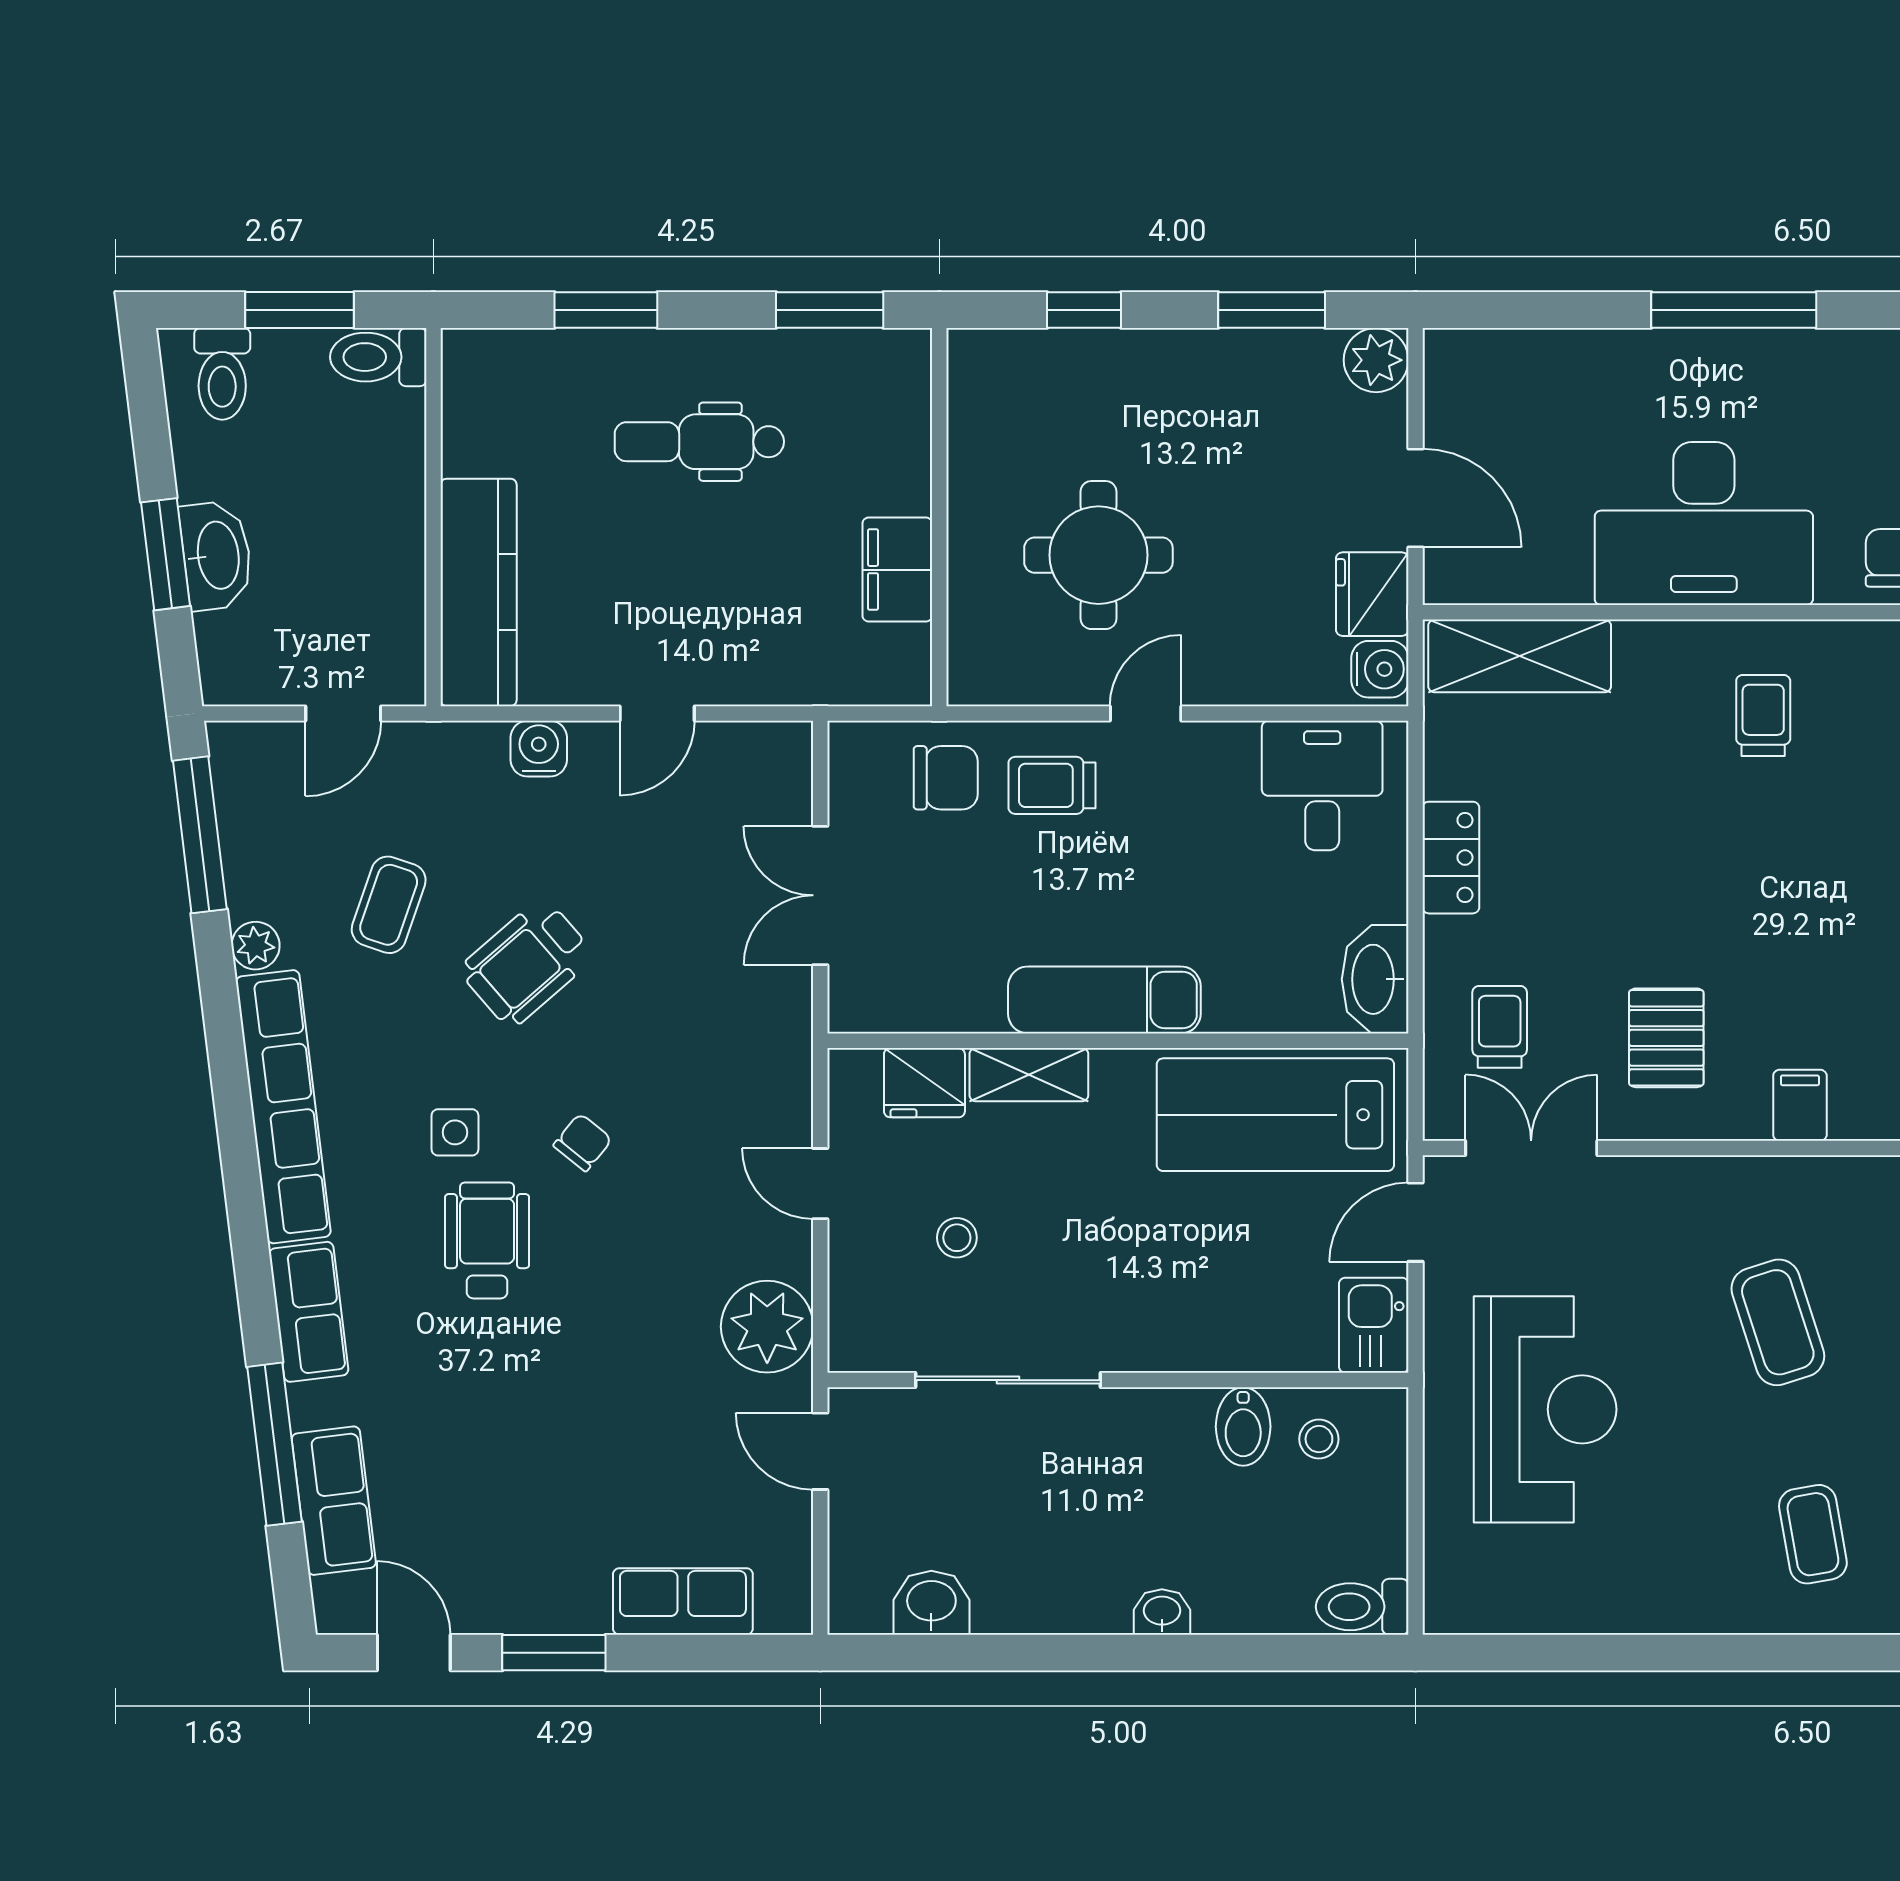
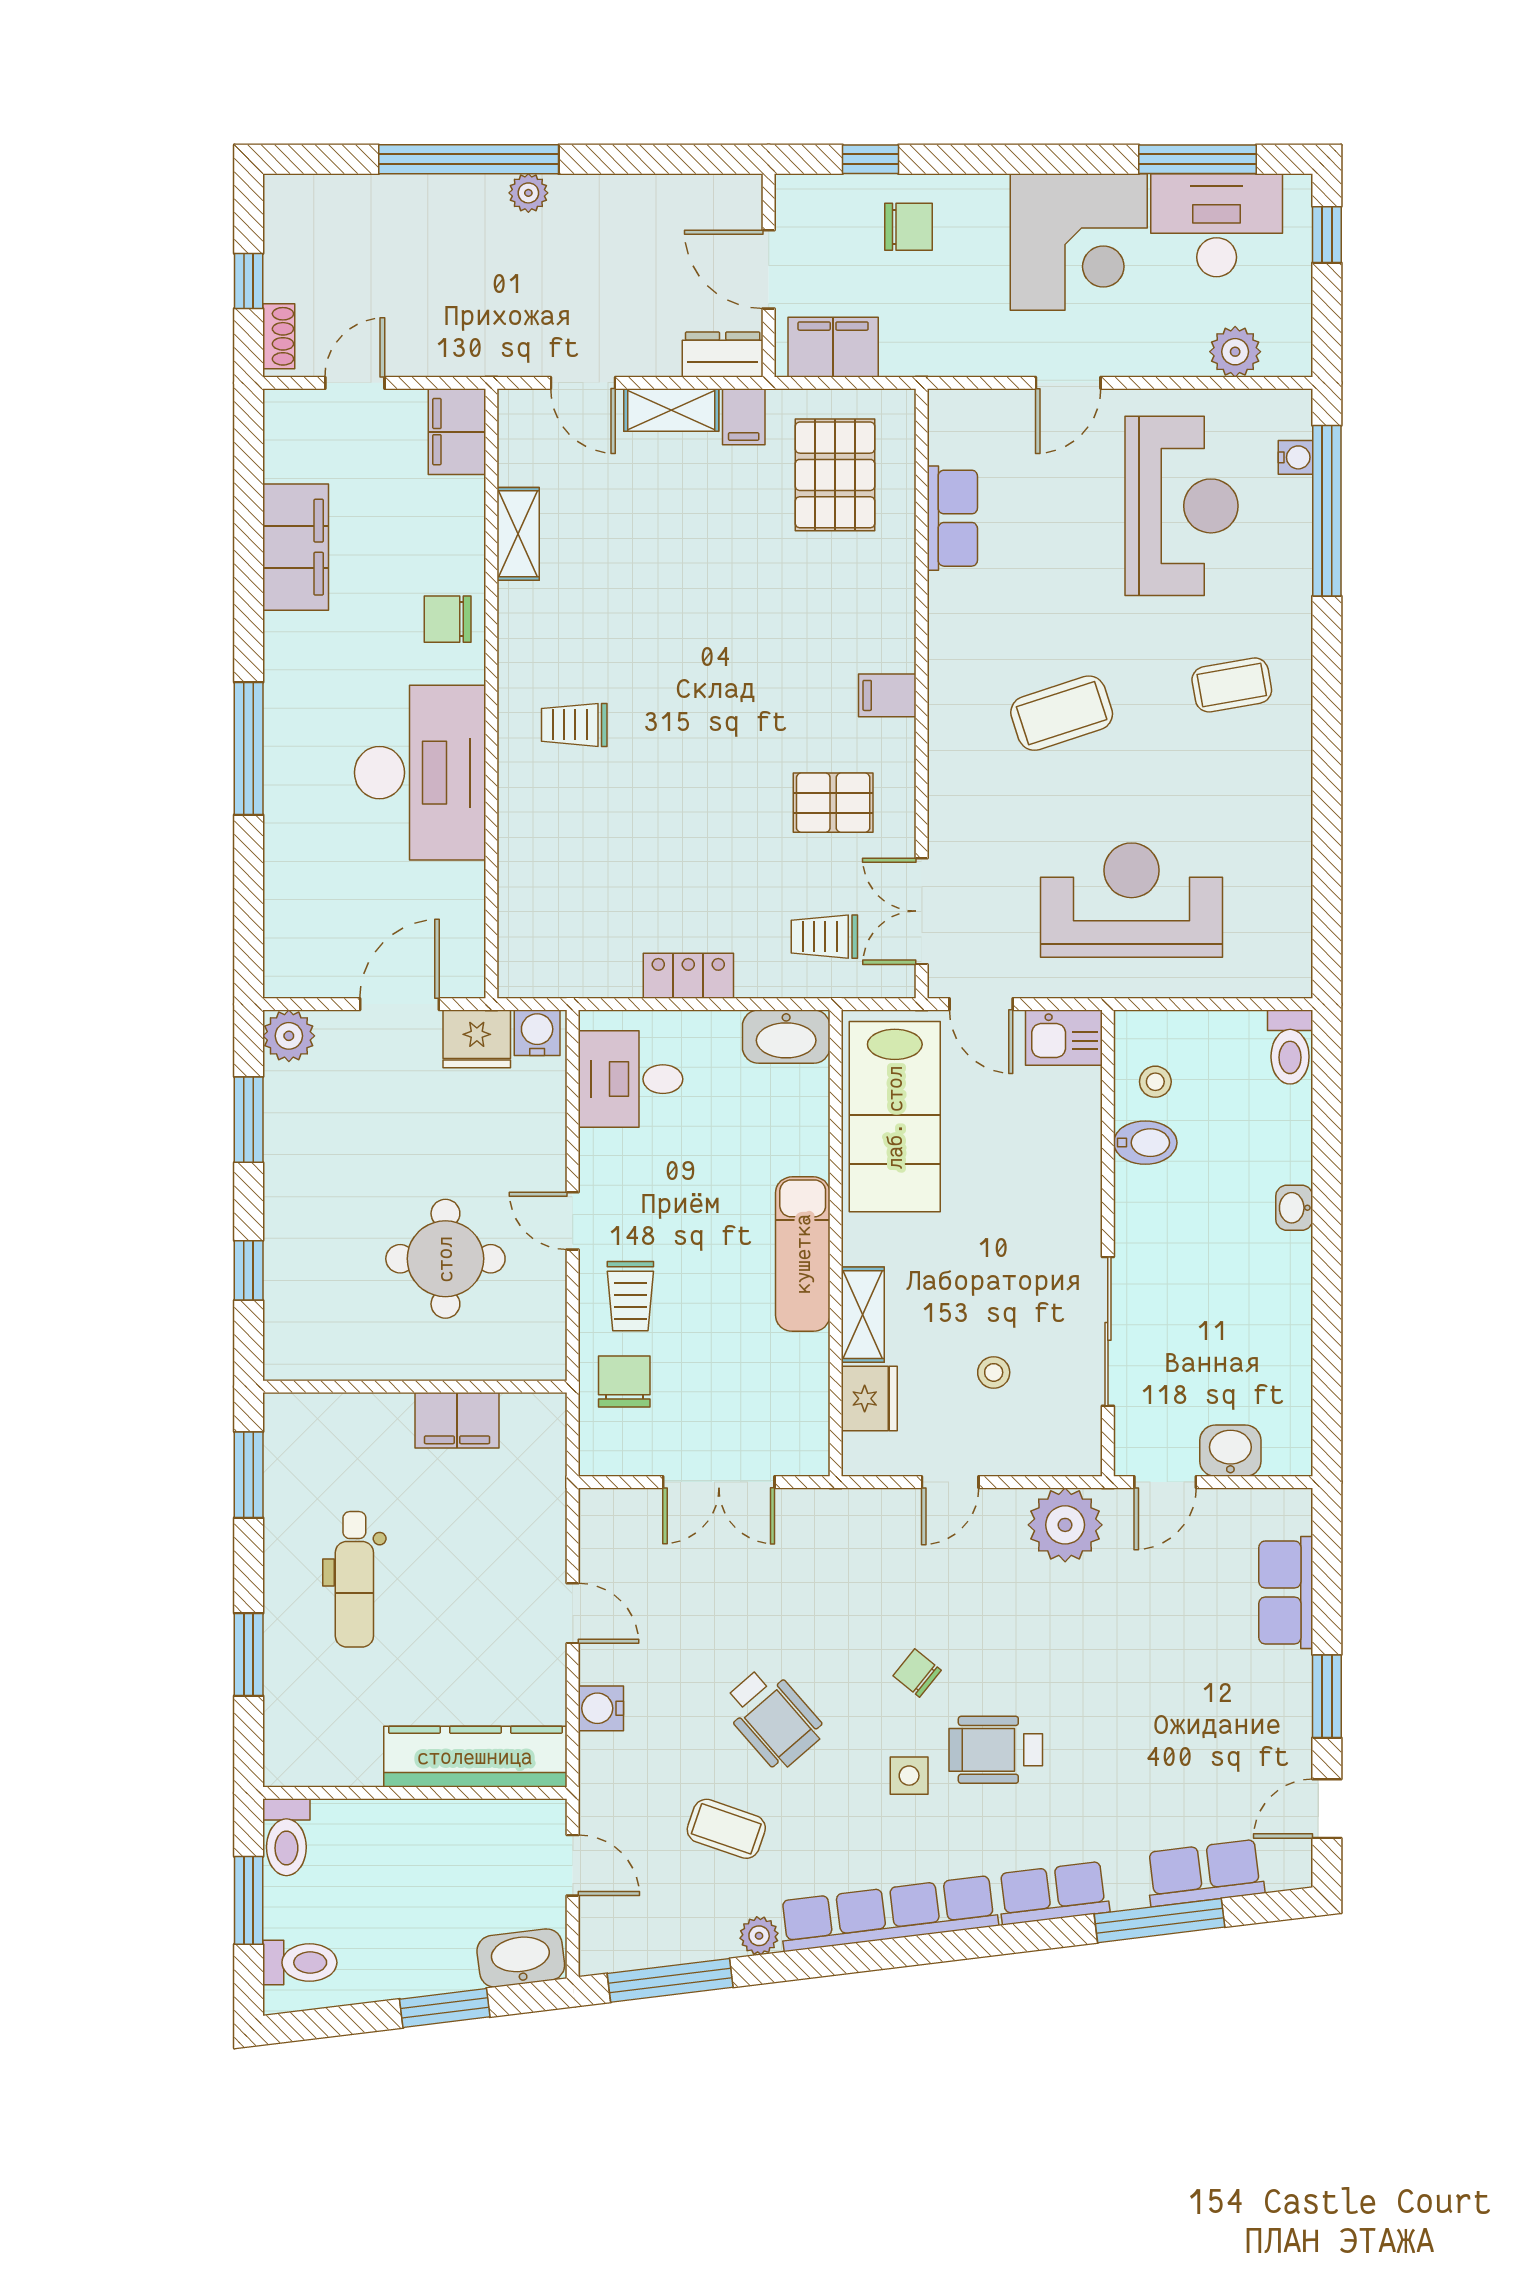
washbasin: (216, 555) -> (521, 1958), moved
shelving: (1520, 656) -> (526, 921), removed
washbasin: (931, 1603) -> (1230, 1451), moved, turned 90

